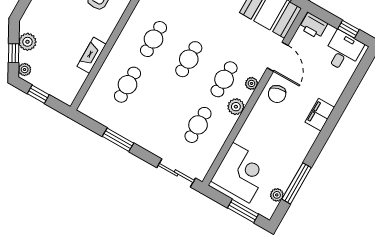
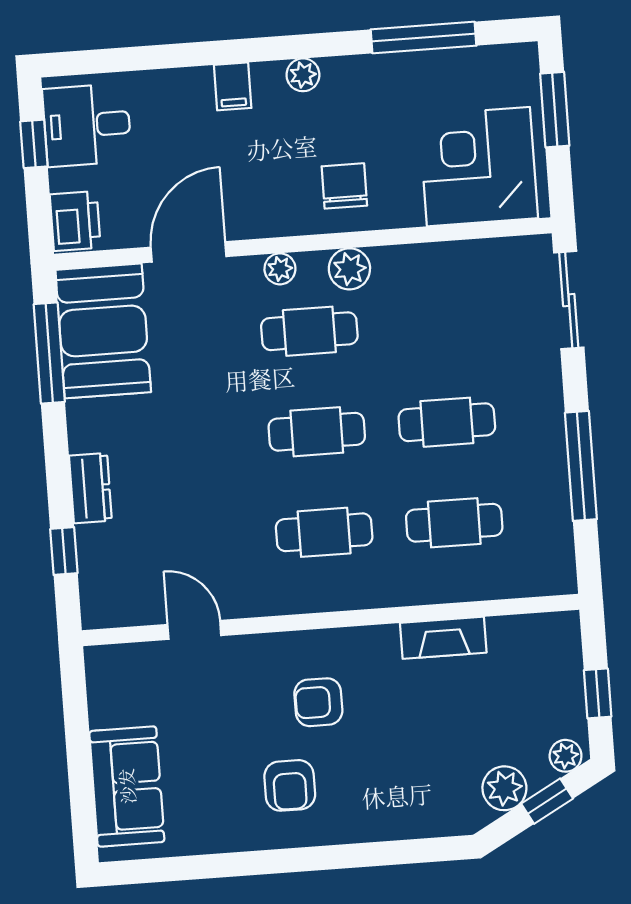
chair: (277, 94) -> (344, 186), moved, turned -74
filing cabinet: (320, 115) -> (233, 86), width x0.50
cafe table: (198, 125) -> (447, 422), moved
window: (118, 140) -> (581, 466), width x1.44
plant: (277, 195) -> (303, 75), moved

